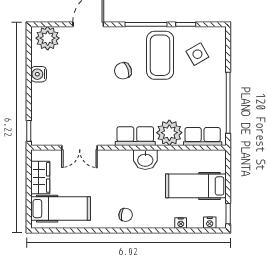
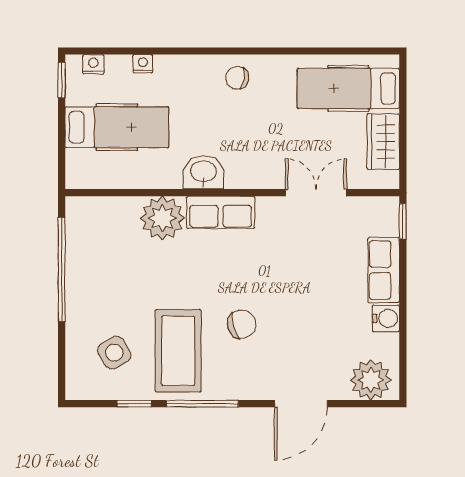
row of seats: (203, 137) -> (384, 270), moved, turned 90

